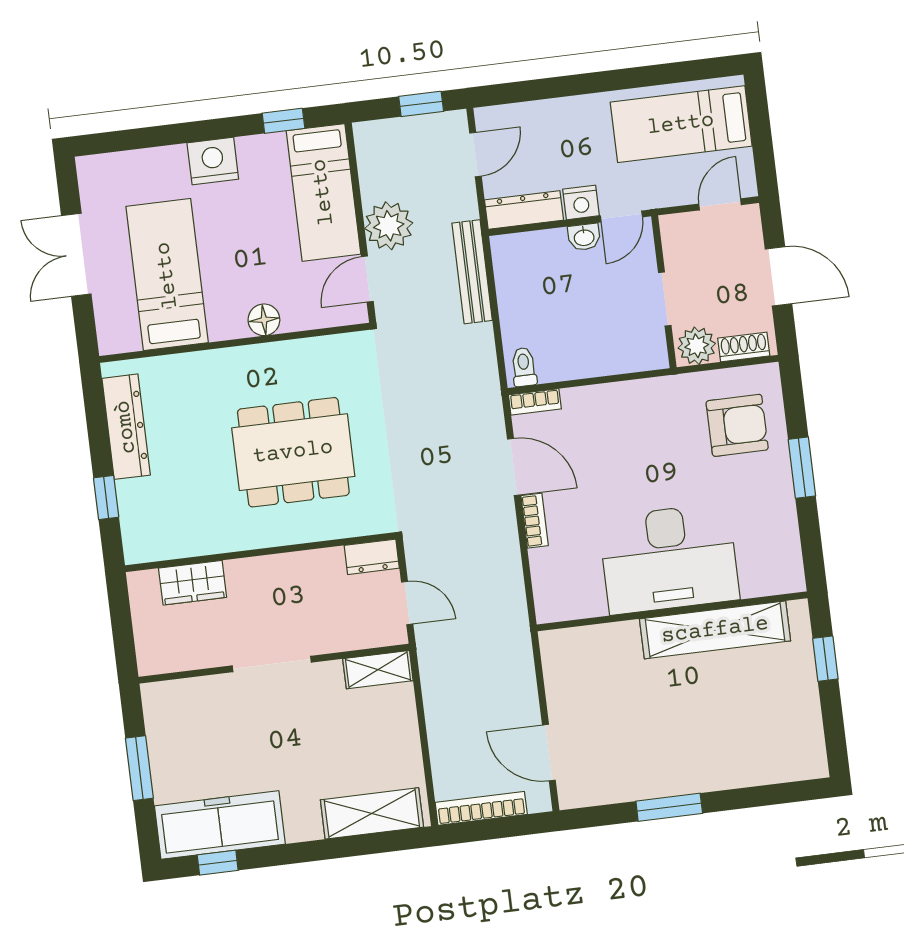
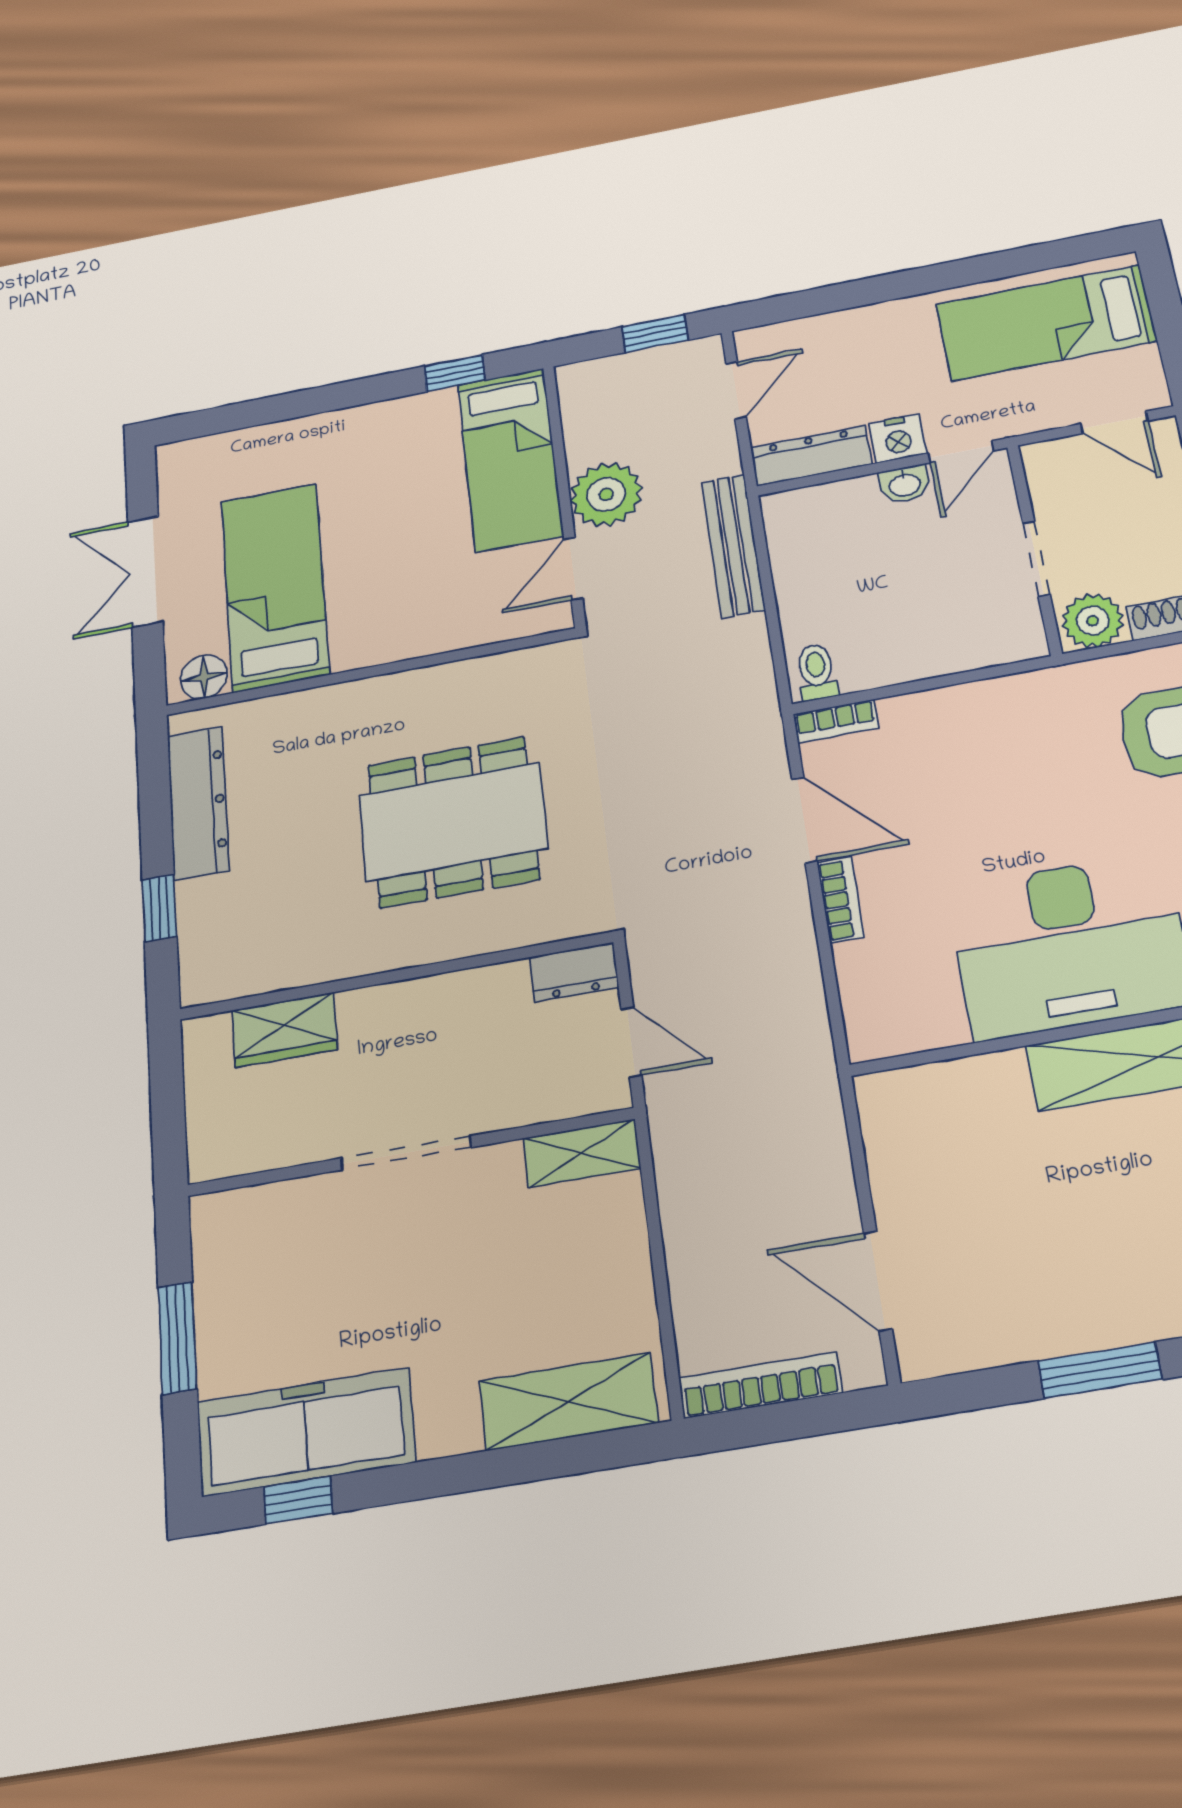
nightstand: (213, 161) -> (351, 433), removed
door: (720, 204) -> (1114, 422), swing flipped
floor lamp: (264, 320) -> (204, 677), moved

